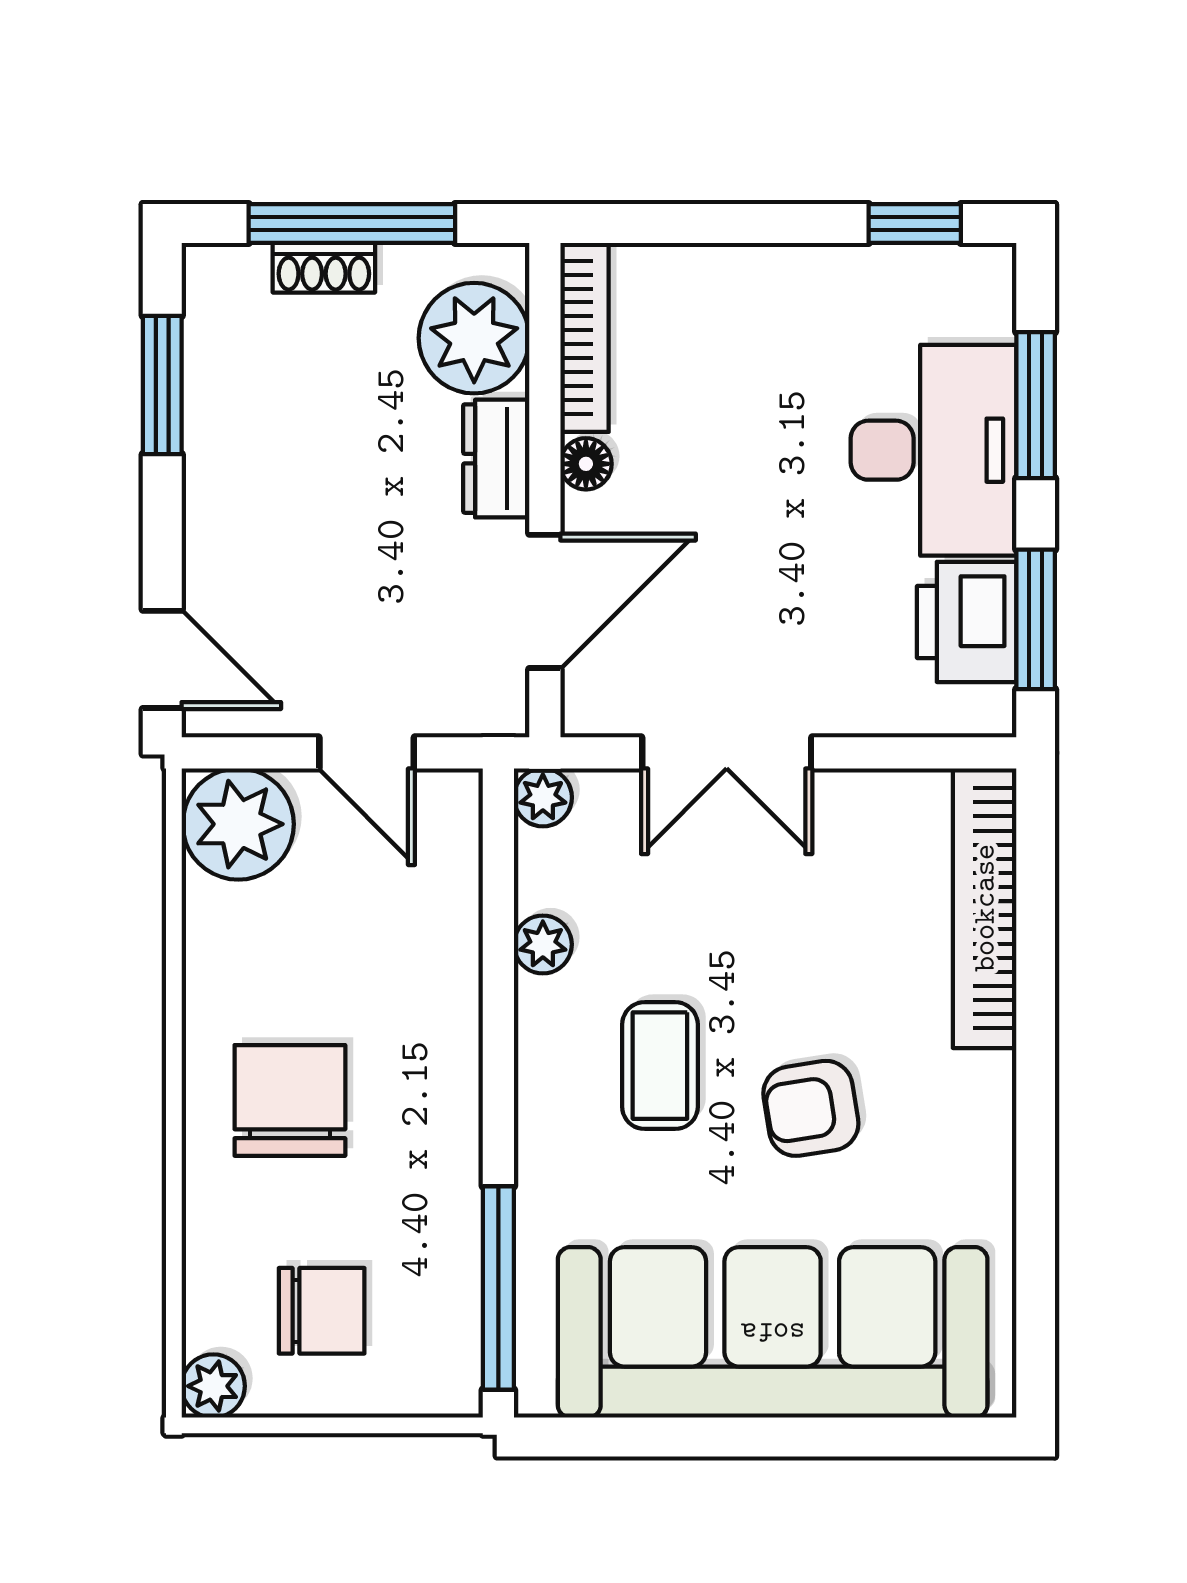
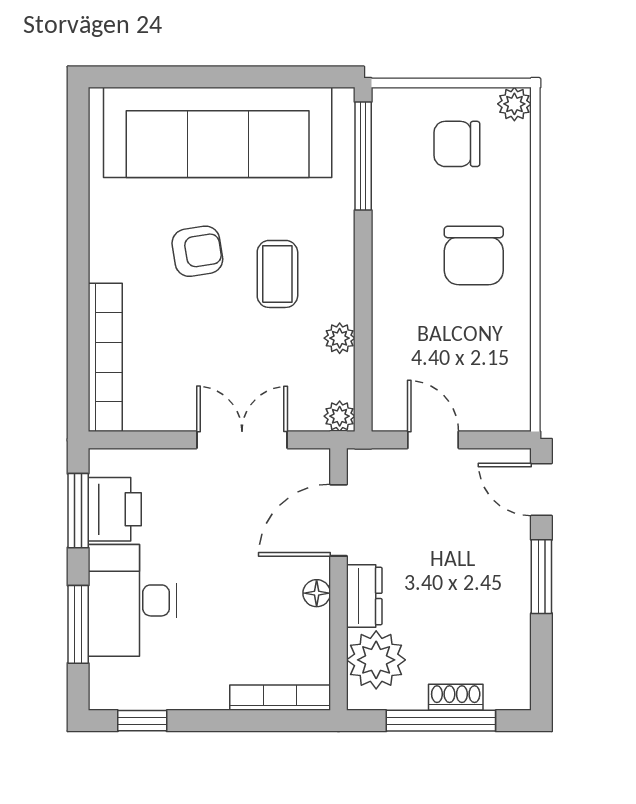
bookcase: (585, 337) -> (280, 698), moved, turned 90
window: (162, 385) -> (541, 577), moved
plant: (238, 824) -> (501, 402), removed

